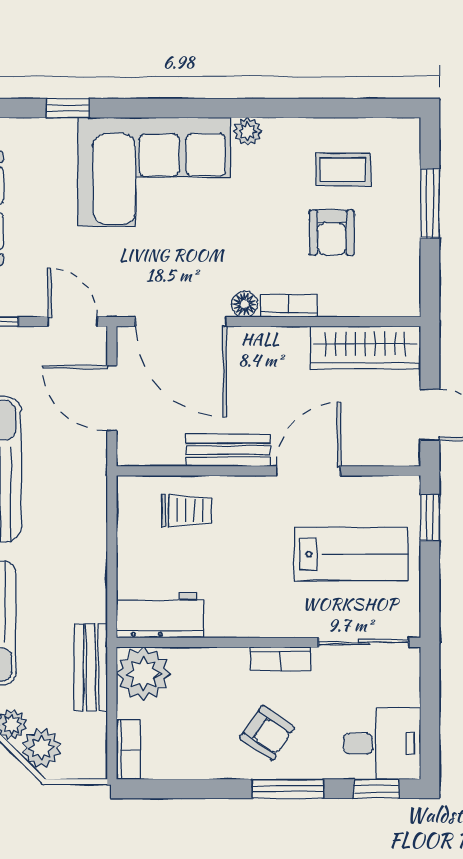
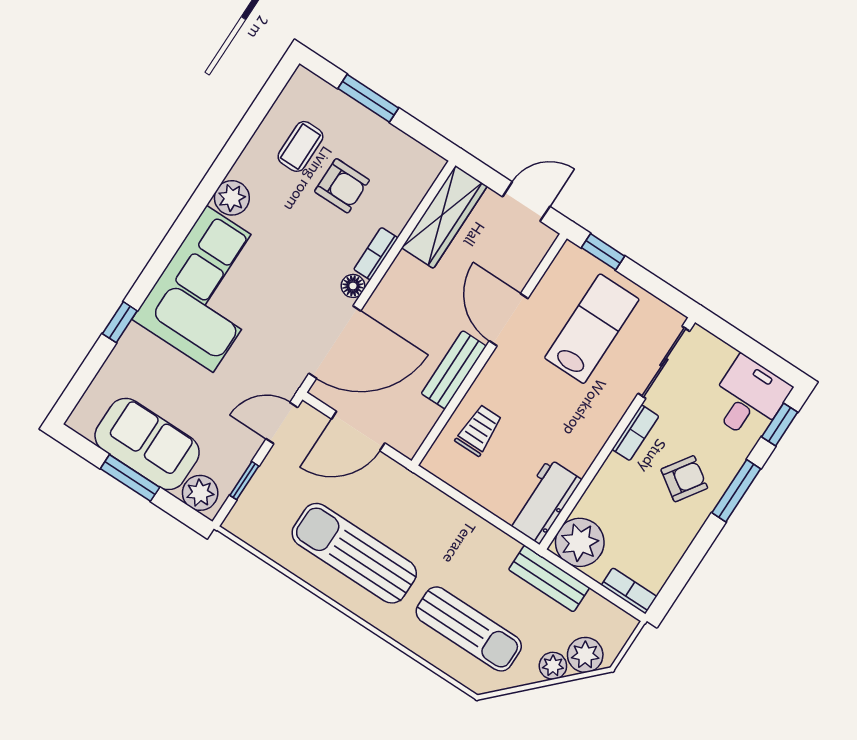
plant: (248, 131) -> (232, 198), width x1.38, depth x1.38

